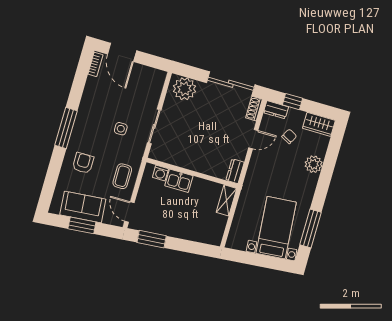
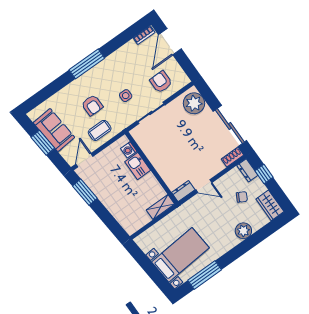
armchair: (142, 93) -> (161, 82), added
door: (253, 139) -> (204, 186), moved
armchair: (83, 163) -> (92, 105), moved, turned 90

